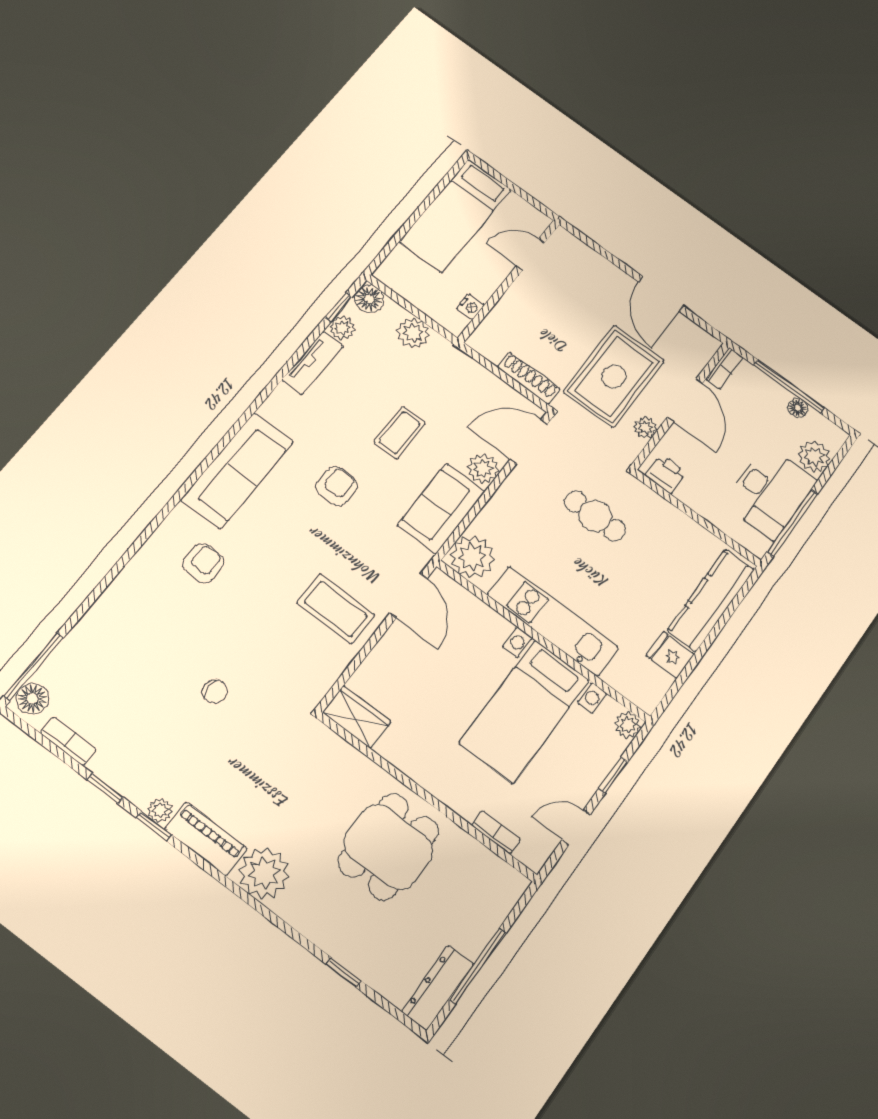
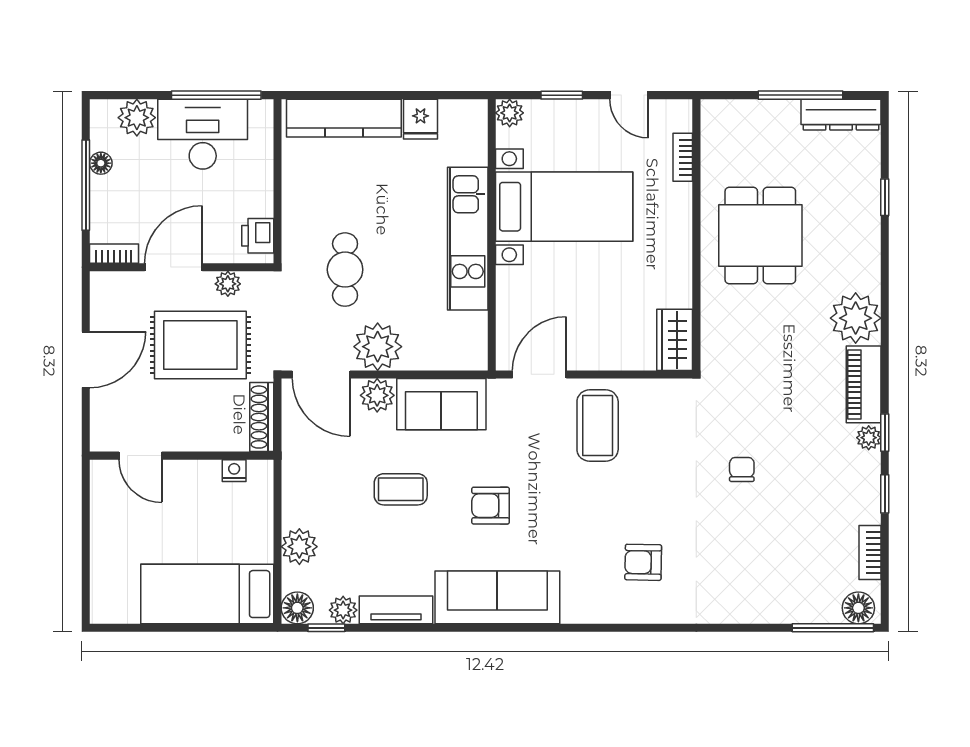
bed: (455, 216) -> (207, 594), moved, turned 180
door: (531, 254) -> (140, 456), moved
wall: (509, 281) -> (182, 456), moved
nightstand: (471, 307) -> (234, 471), moved
sofa: (237, 471) -> (497, 597), moved
plant: (472, 557) -> (378, 347), moved
dining table: (388, 847) -> (760, 236), turned 90

